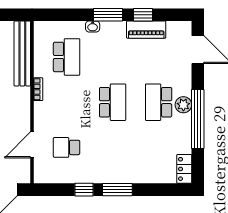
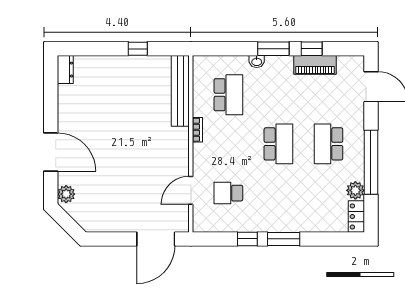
plant: (183, 105) -> (355, 190), moved

